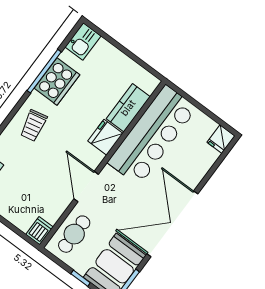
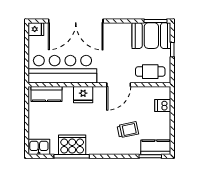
kitchen counter: (128, 108) -> (46, 94), moved
trolley: (33, 126) -> (128, 130), moved
double door: (172, 224) -> (76, 21), moved
dishwasher: (39, 231) -> (163, 105), moved

